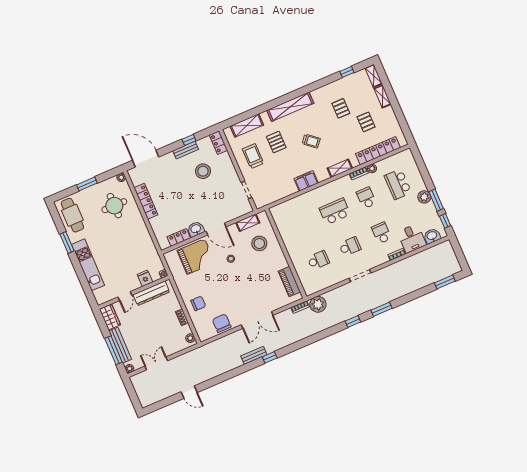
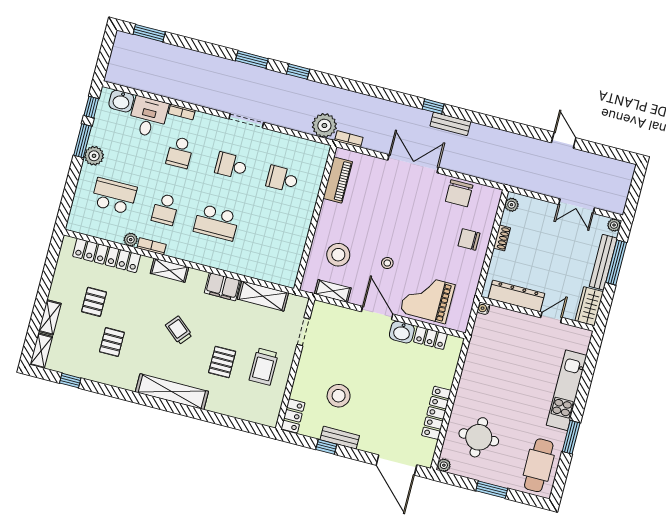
shelving: (247, 125) -> (263, 296), moved
school desk: (398, 184) -> (114, 196), turned -90
fridge: (145, 278) -> (510, 320), removed

